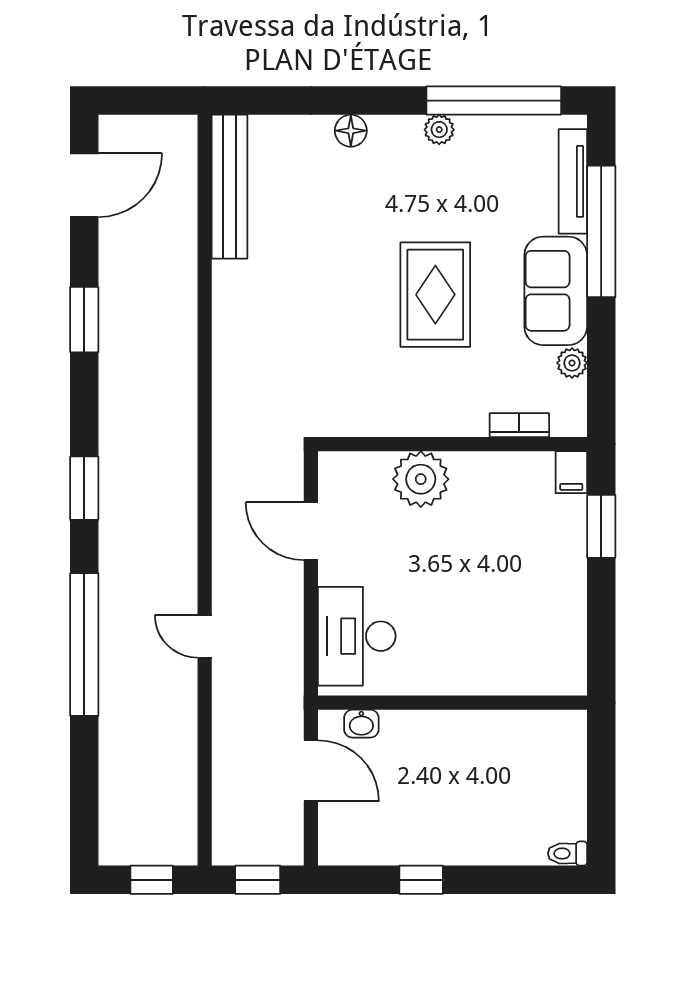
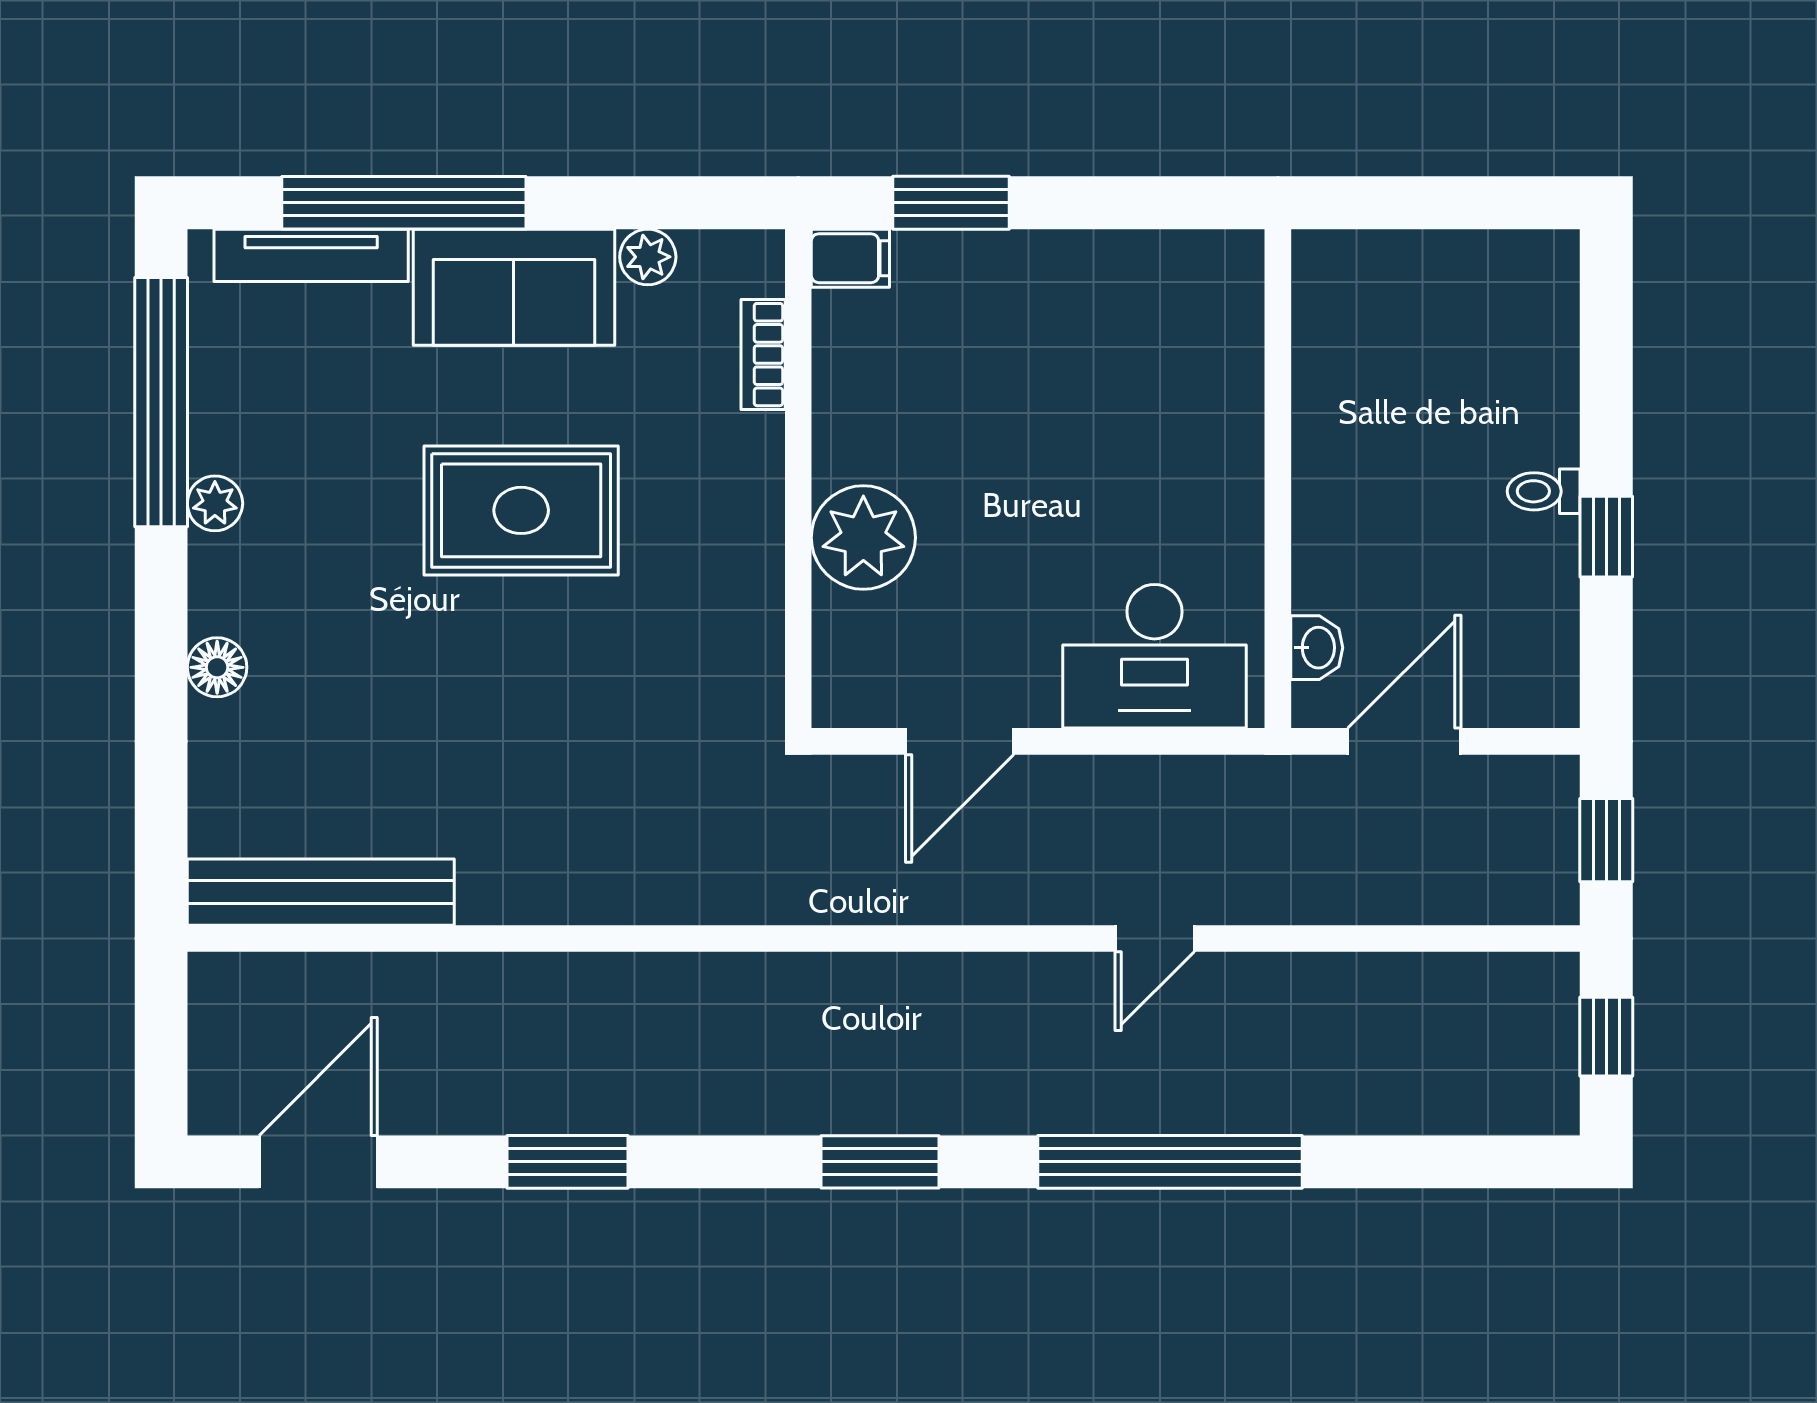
door: (84, 185) -> (318, 1162), hinge flipped
toilet: (567, 854) -> (1544, 491), moved, turned 90

